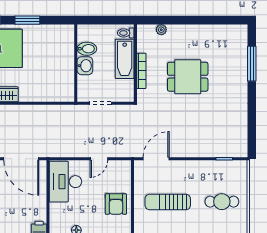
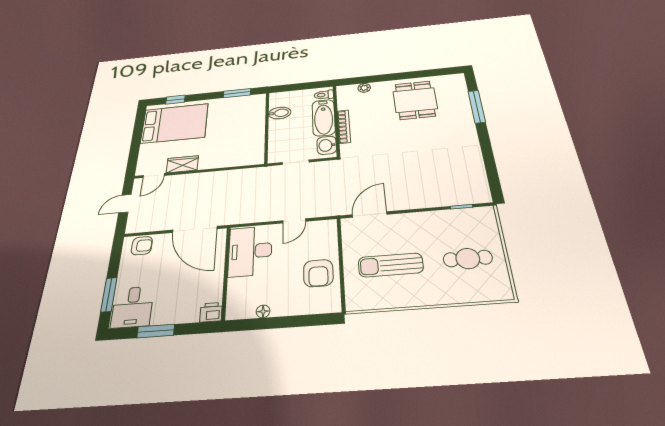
window: (27, 20) -> (237, 93), moved
washbasin: (85, 66) -> (327, 145), moved, turned 180
dining table: (188, 77) -> (415, 100), moved, turned 90

